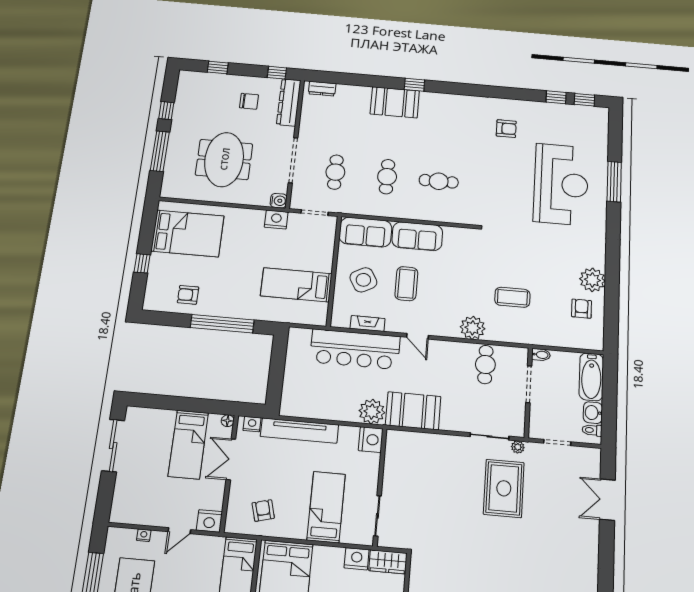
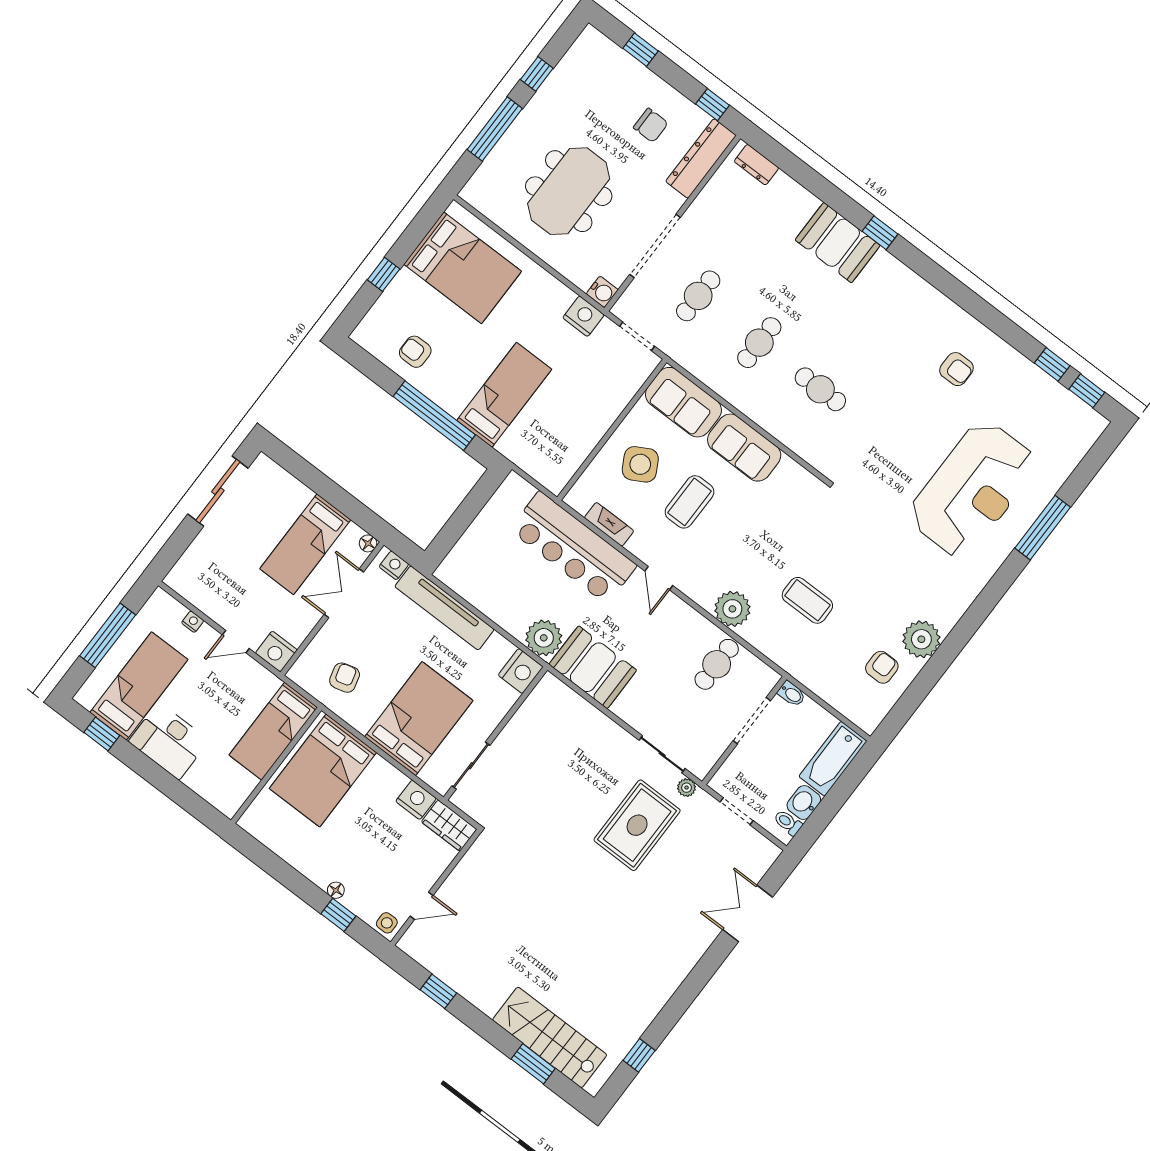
bed: (296, 285) -> (504, 395), moved, turned 90
bed: (326, 507) -> (419, 719), width x1.50

